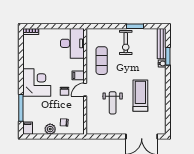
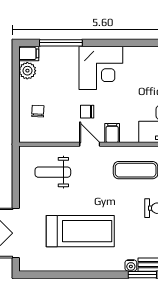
treadmill: (140, 96) -> (80, 231), width x1.37, depth x1.38
weight bench: (113, 103) -> (53, 172), moved
plant: (50, 129) -> (27, 71), moved

